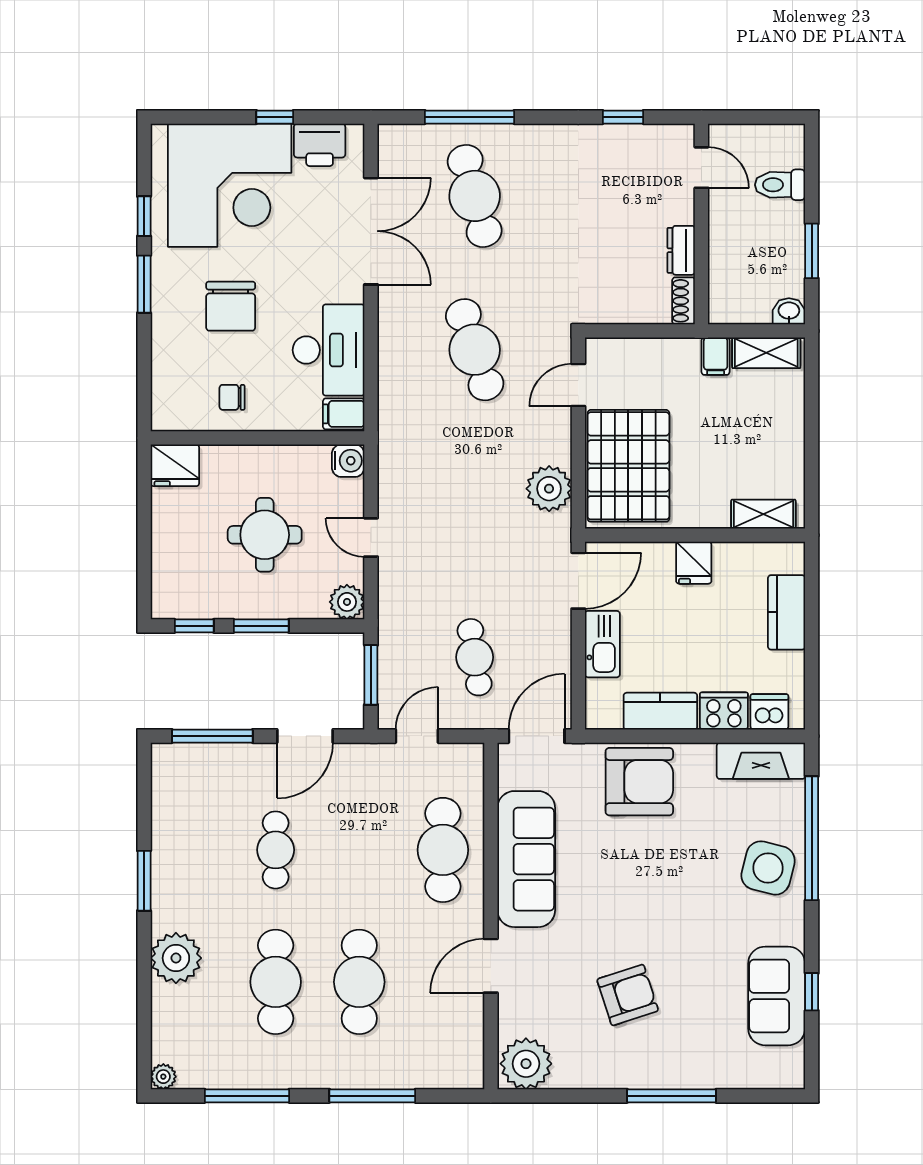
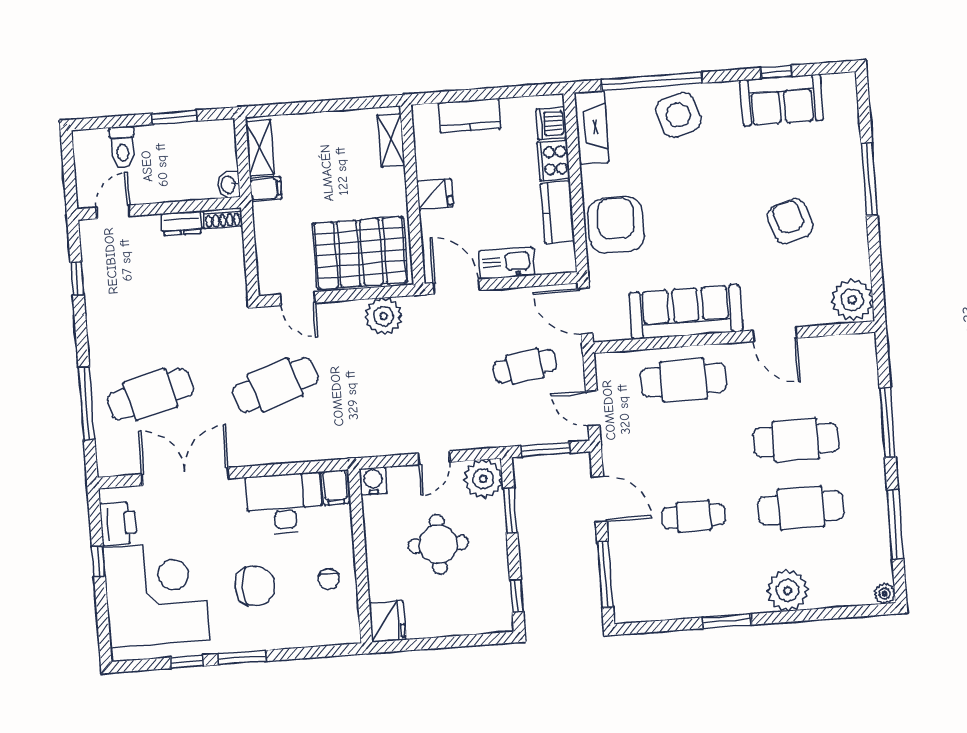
washbasin: (789, 311) -> (229, 185), moved
plant: (347, 602) -> (483, 479), width x1.36, depth x1.36
window: (261, 626) -> (510, 510), moved
side table: (768, 868) -> (678, 115), turned -30

